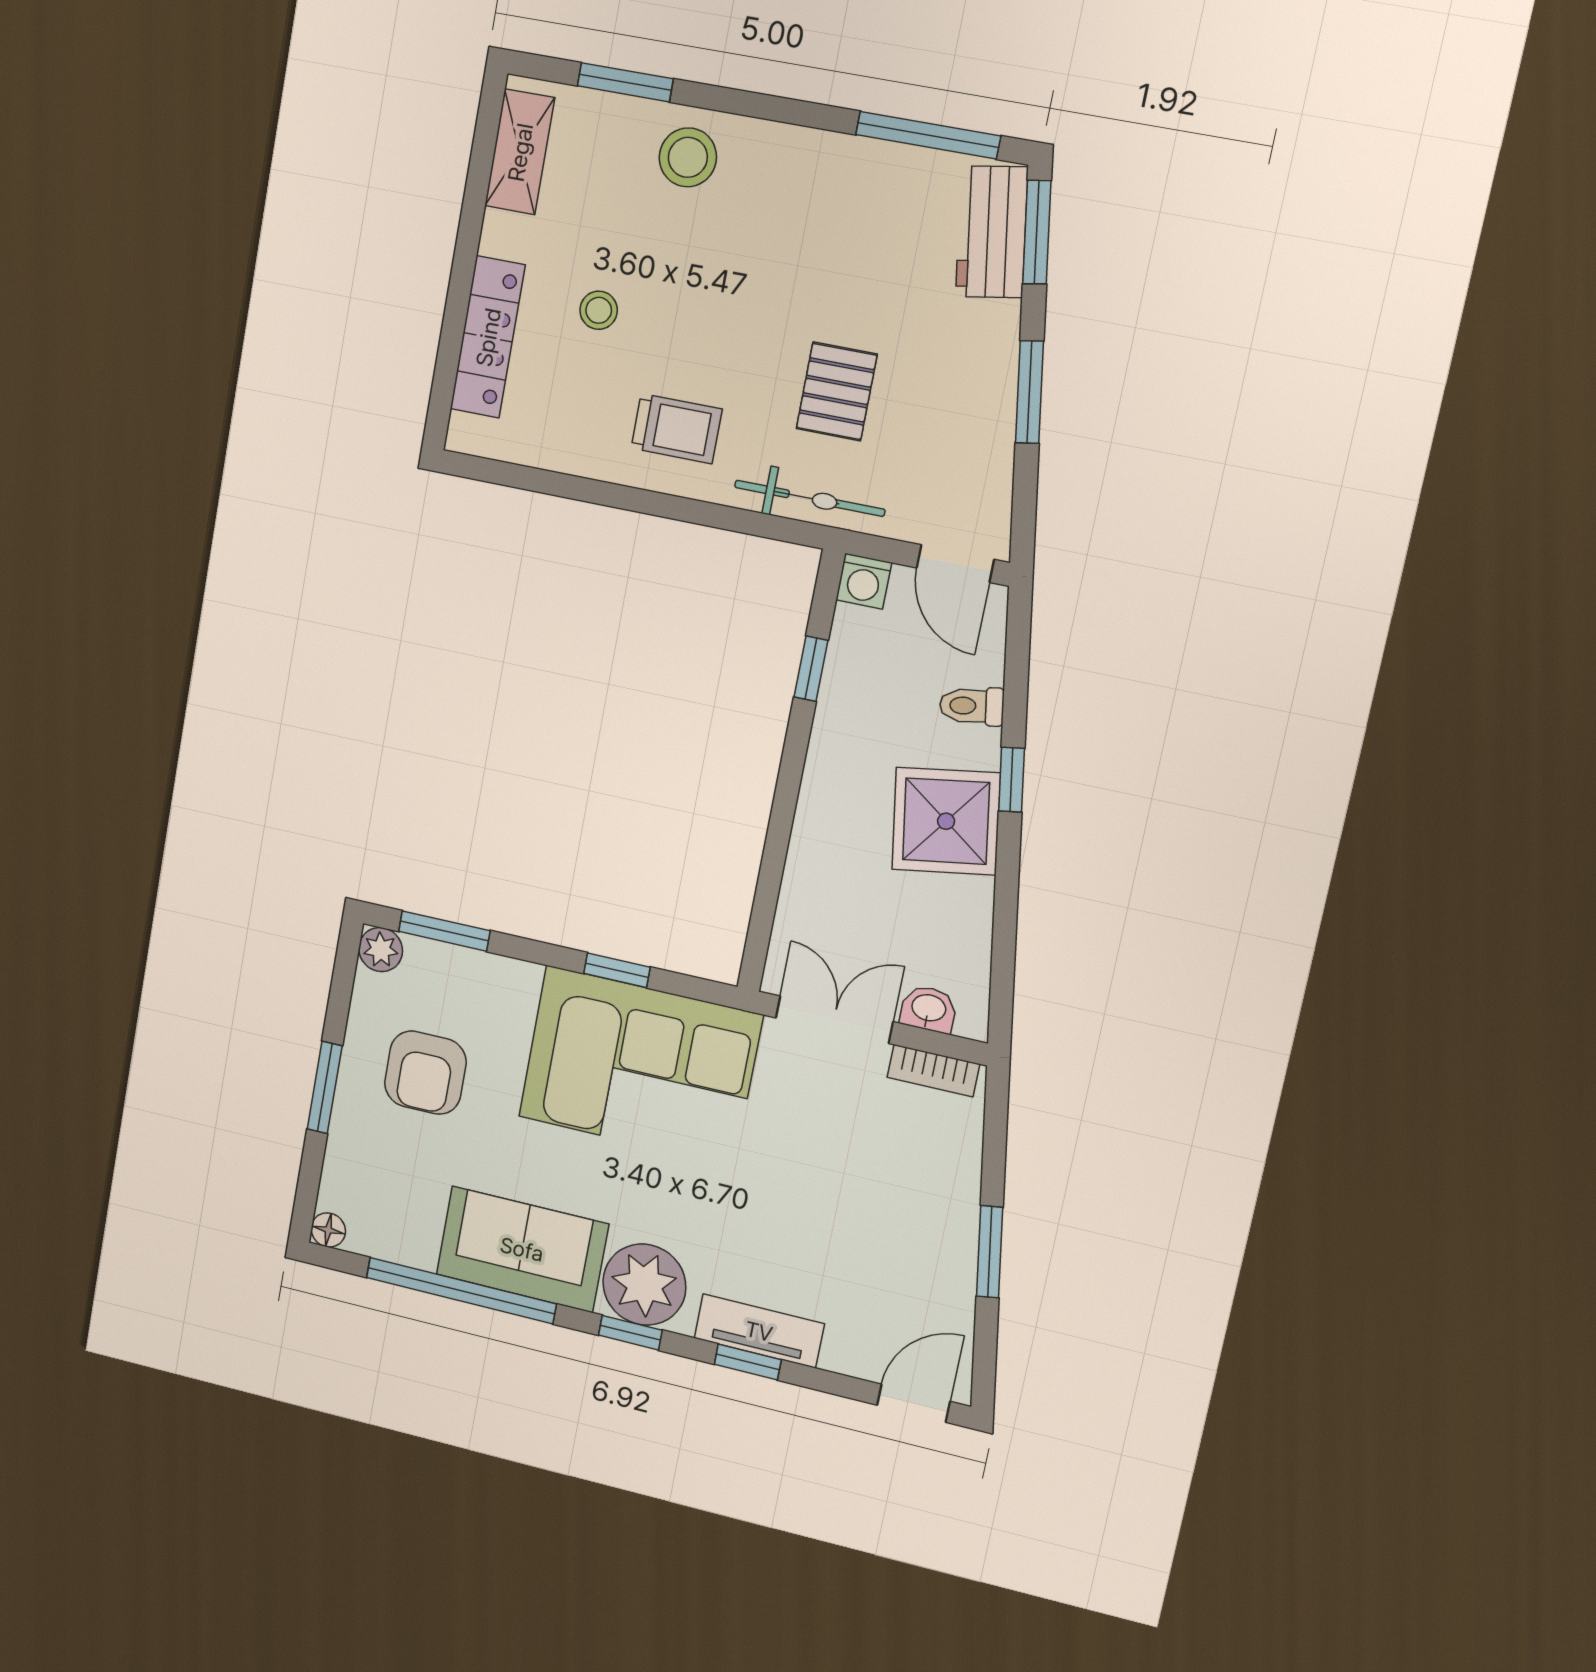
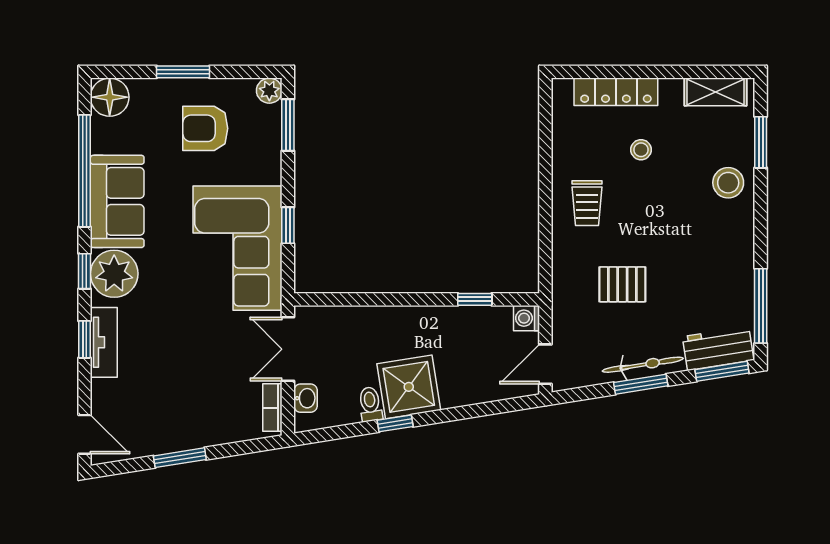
bicycle: (810, 498) -> (643, 365), moved, turned -99
toilet: (972, 706) -> (370, 404), moved
window: (1011, 780) -> (395, 423), moved
double door: (834, 1020) -> (288, 349), swing flipped
floor lamp: (328, 1230) -> (110, 97), width x1.89, depth x1.89

